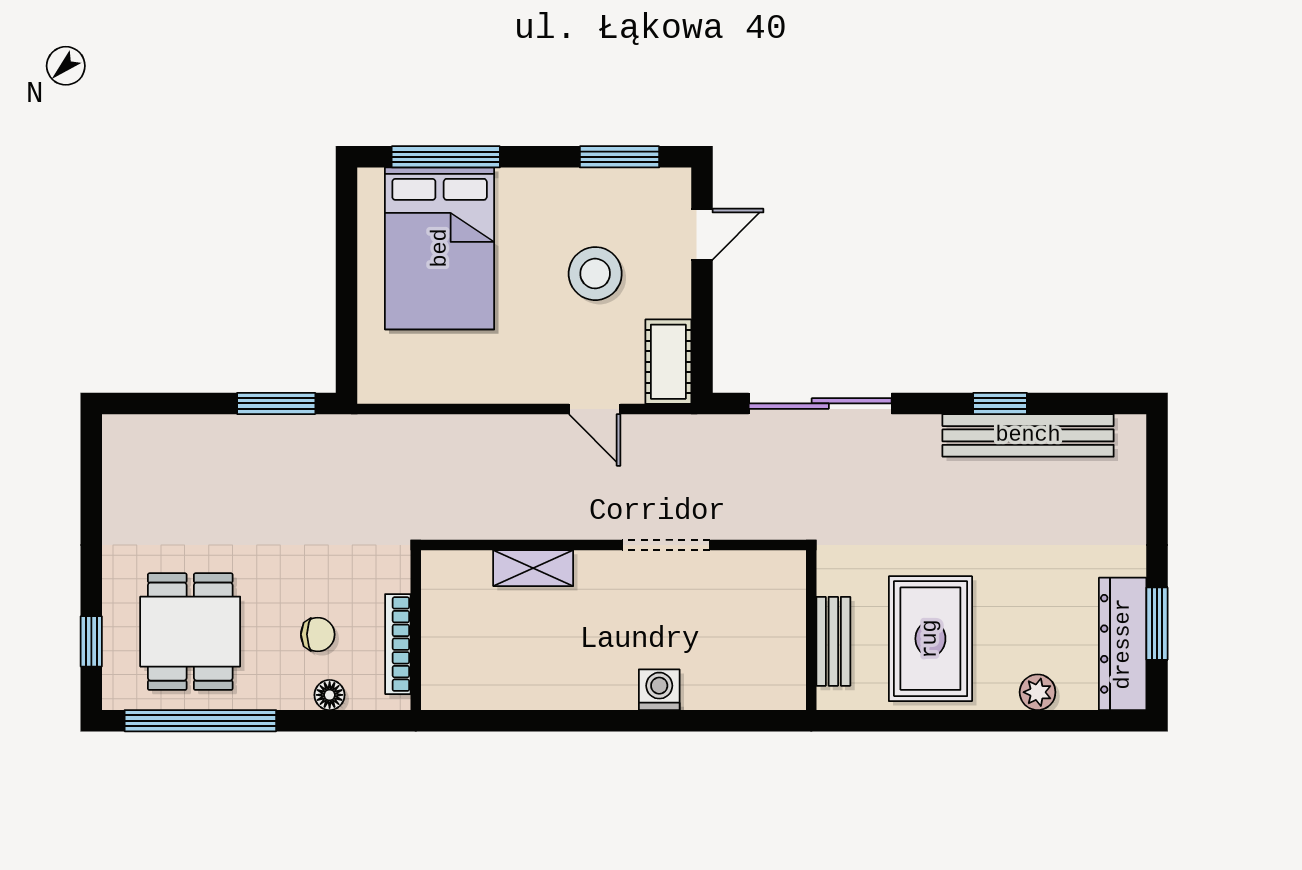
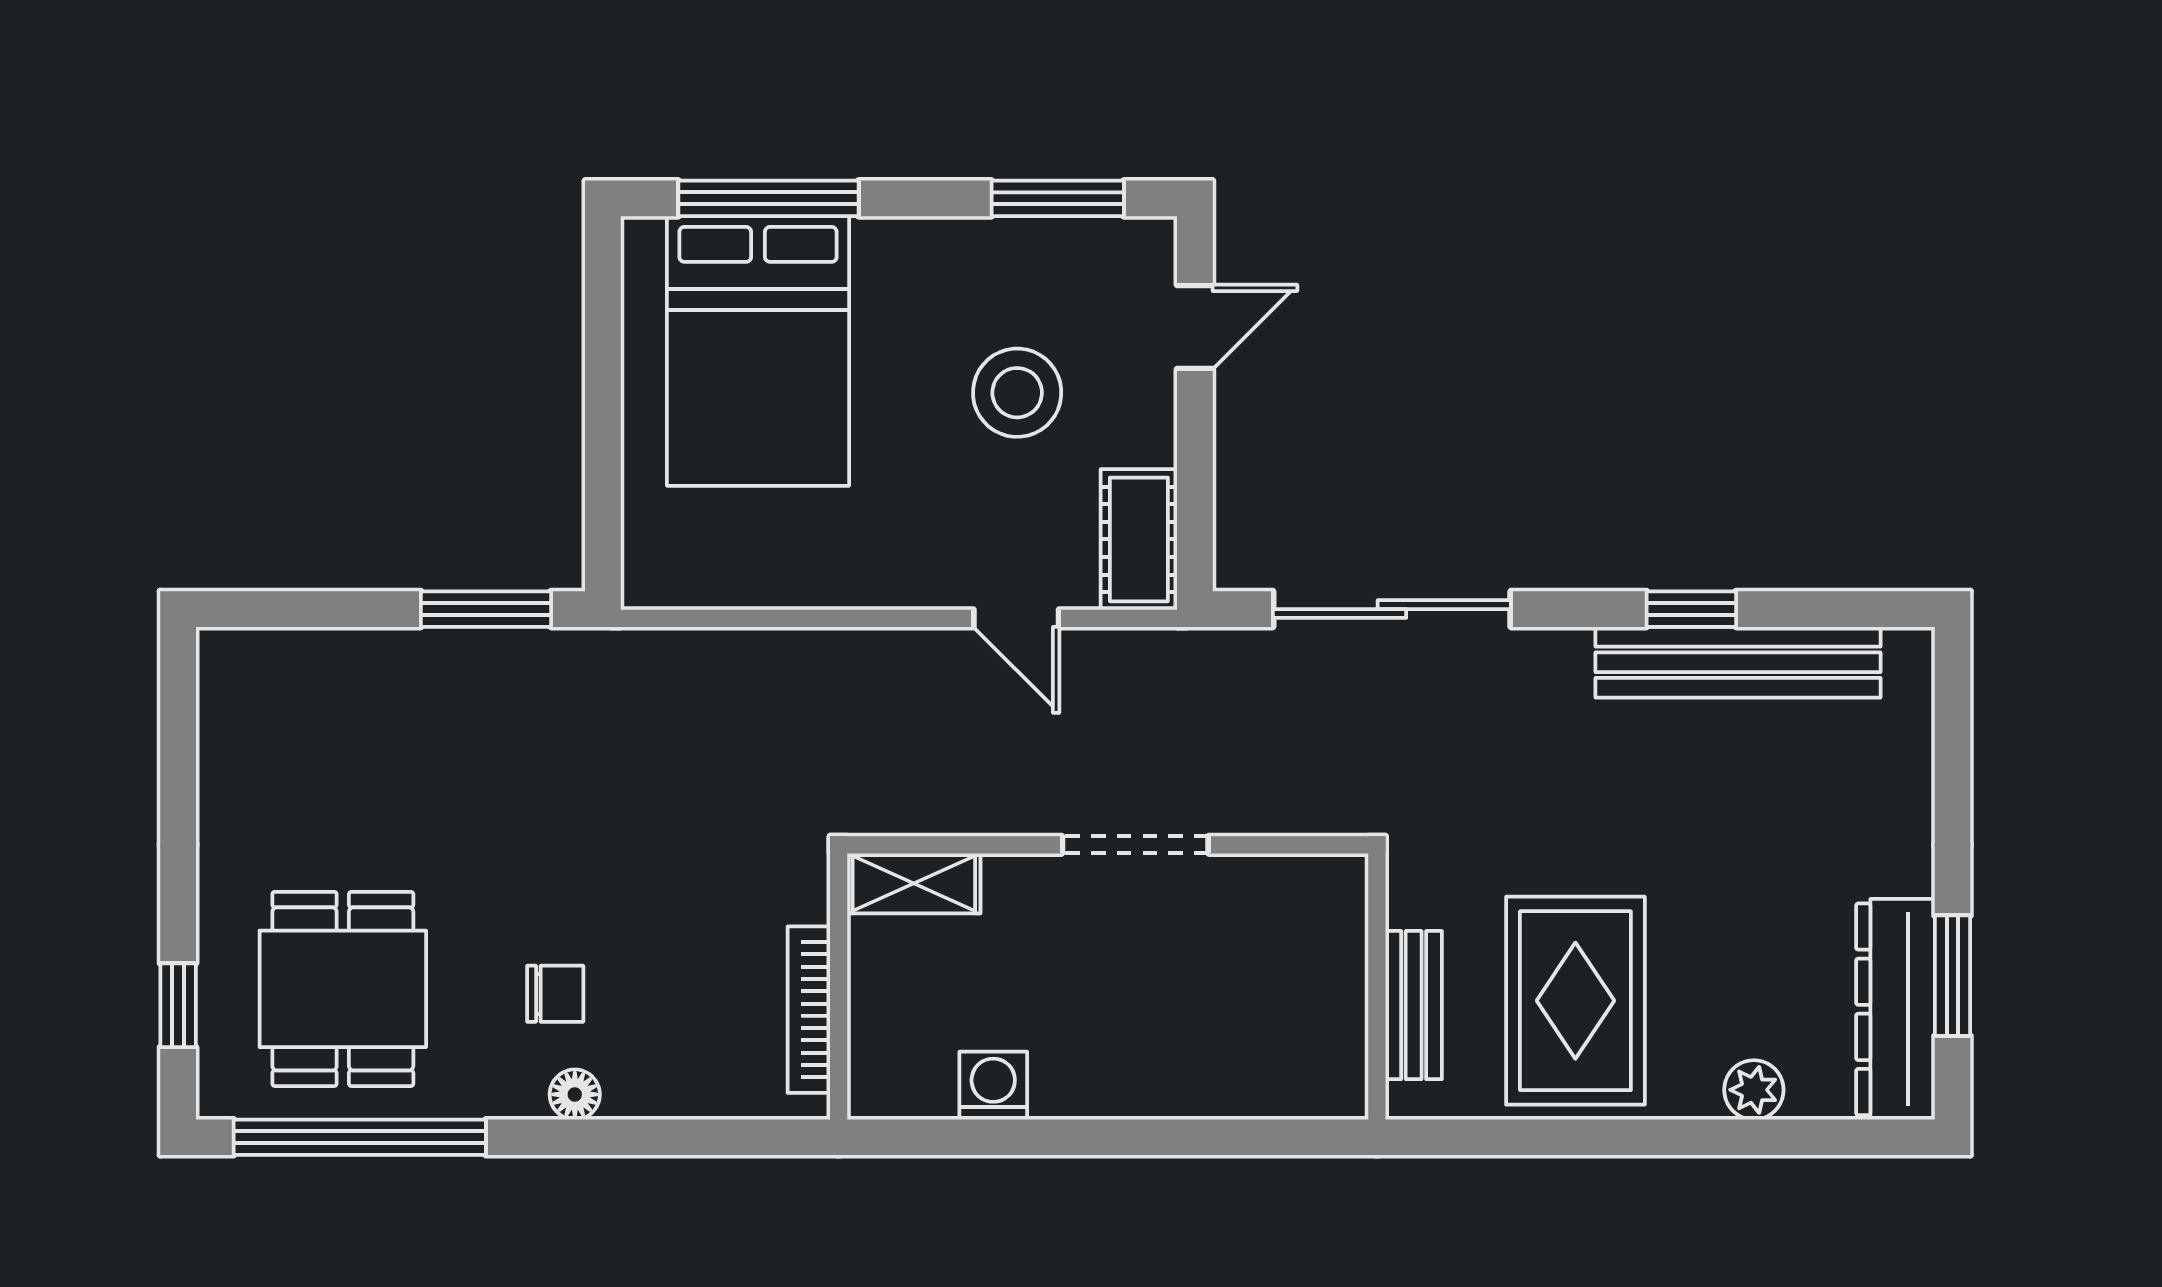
wall: (416, 630) -> (839, 986), moved
bookcase: (398, 644) -> (809, 1010), moved
washing machine: (659, 690) -> (993, 1086), moved

